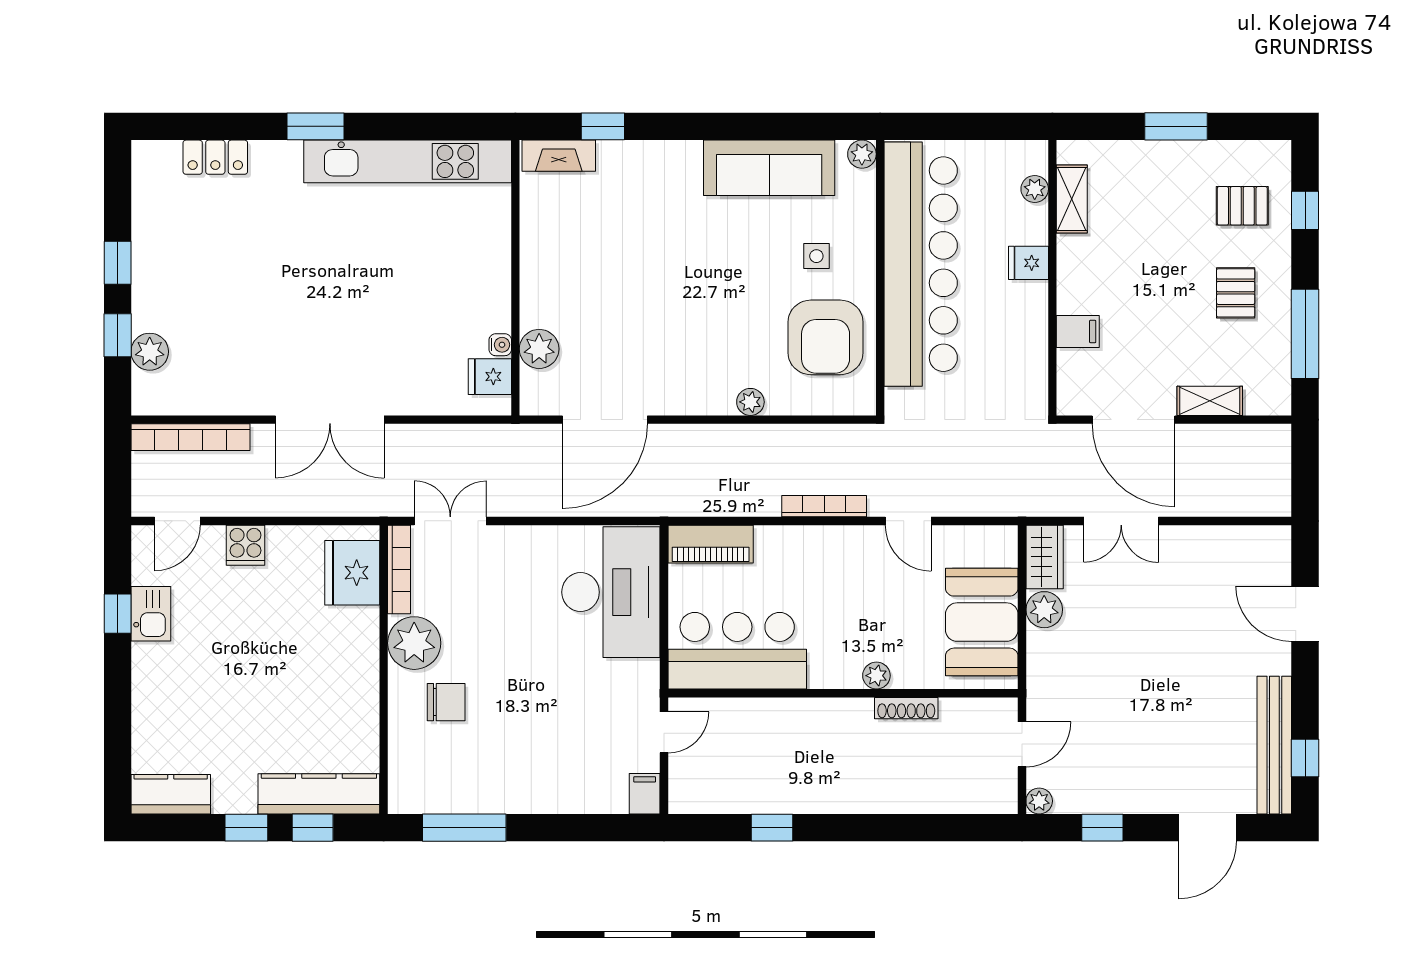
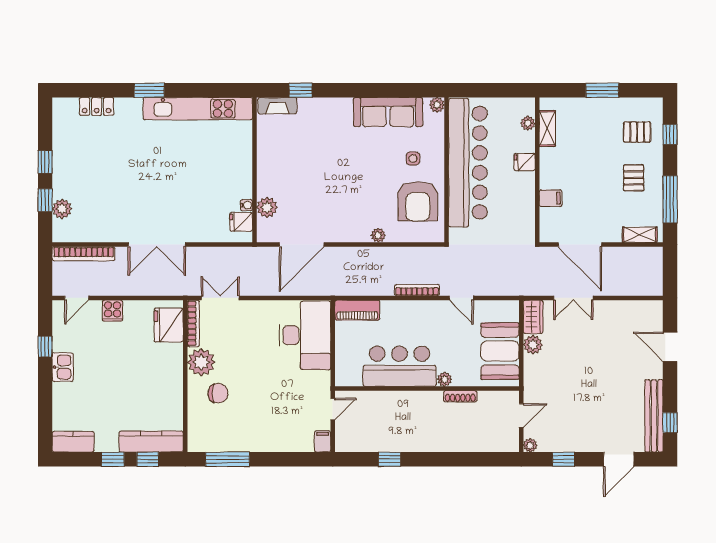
shelving: (1210, 401) -> (640, 235), moved
kitchen sink: (151, 614) -> (63, 367), moved
bar counter: (737, 651) -> (400, 366), moved

